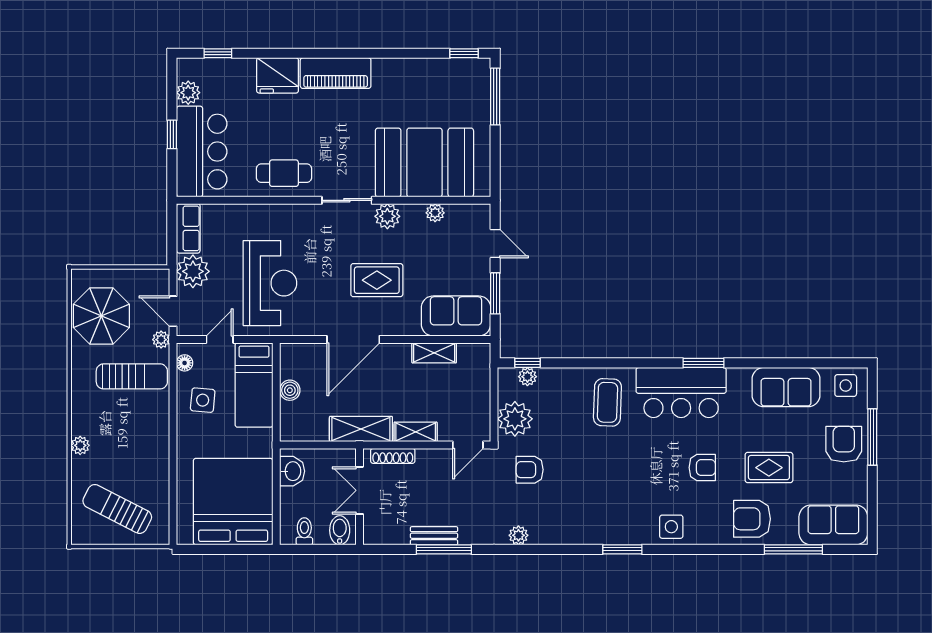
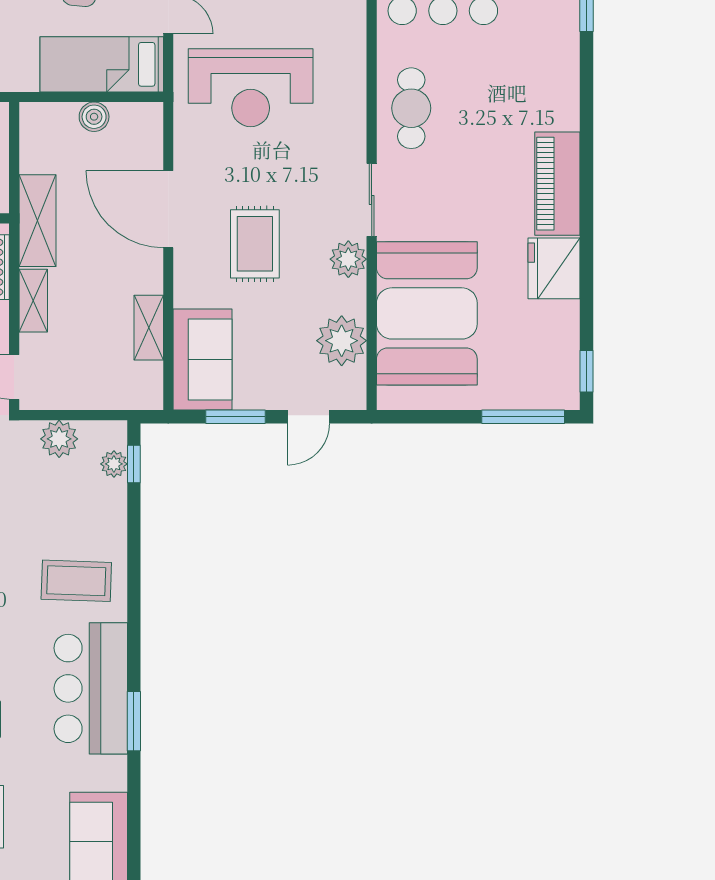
fridge: (278, 75) -> (554, 268), moved
plant: (435, 213) -> (342, 341), width x1.88, depth x1.88
plant: (515, 419) -> (59, 439), width x0.73, depth x0.73

